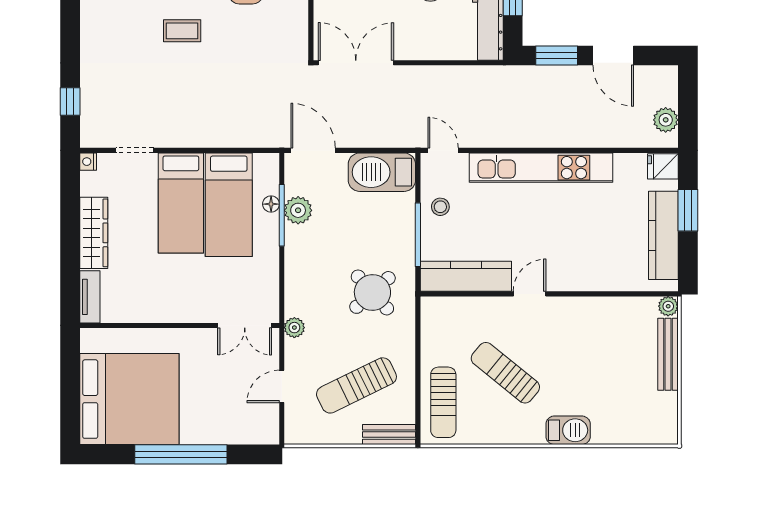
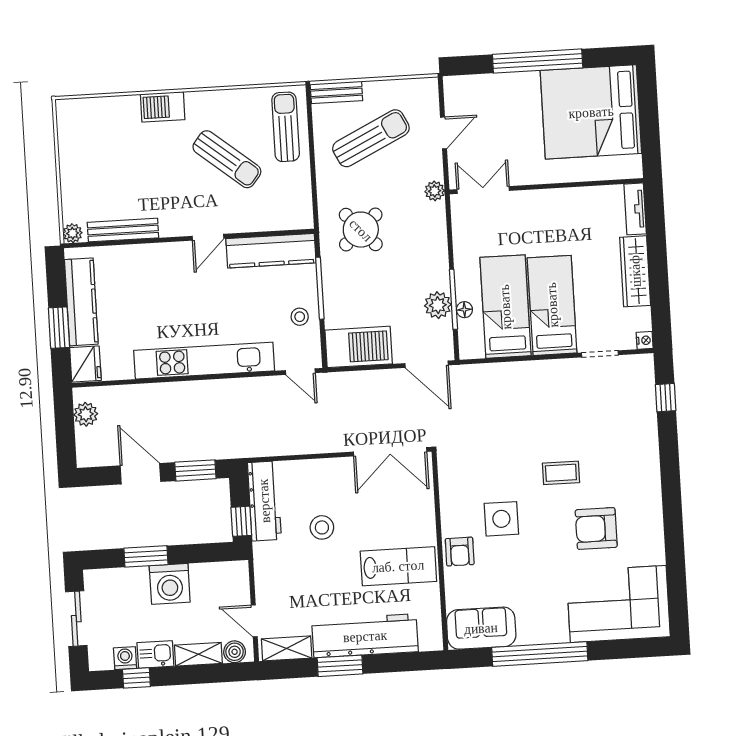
fridge: (663, 166) -> (85, 364), width x1.38
bench: (668, 354) -> (123, 230), moved, turned 90

